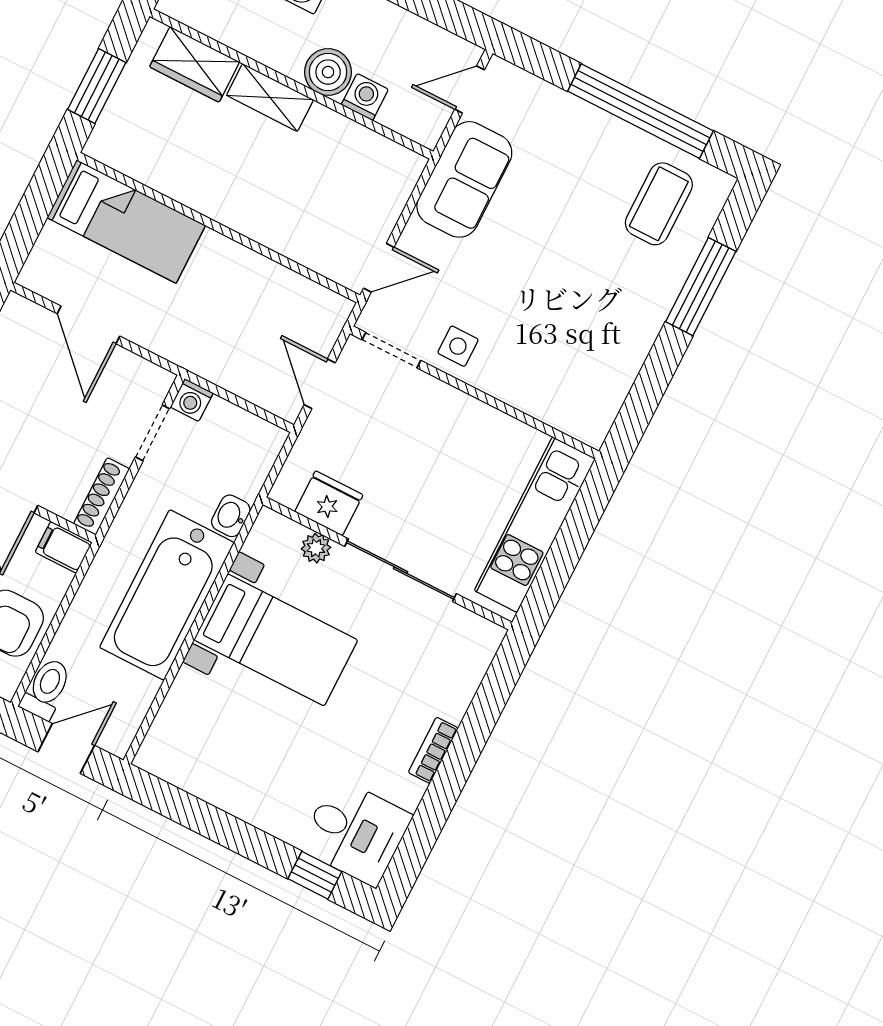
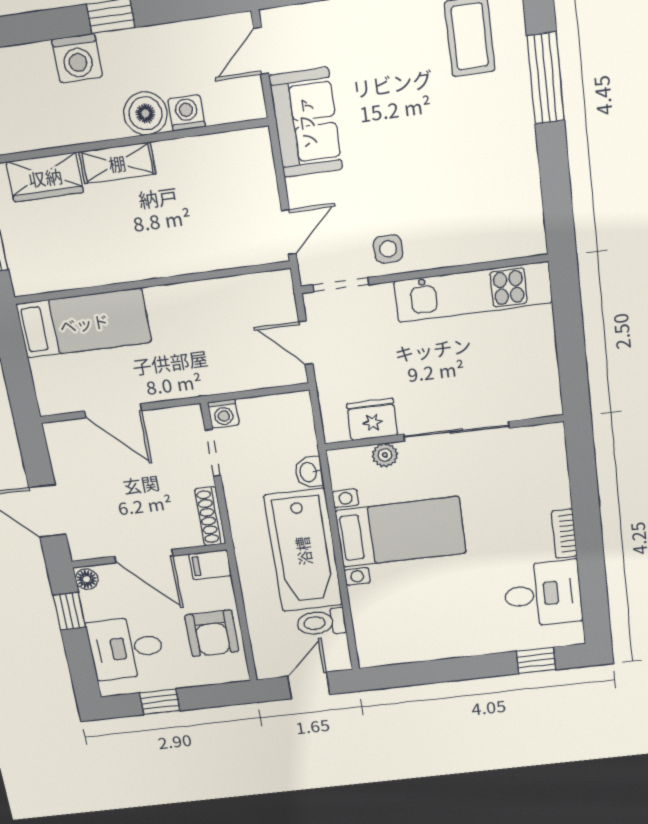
kitchen unit: (535, 525) -> (473, 292), moved, turned -90
toilet: (46, 689) -> (321, 622), moved, turned -90
desk: (355, 832) -> (543, 594), moved

